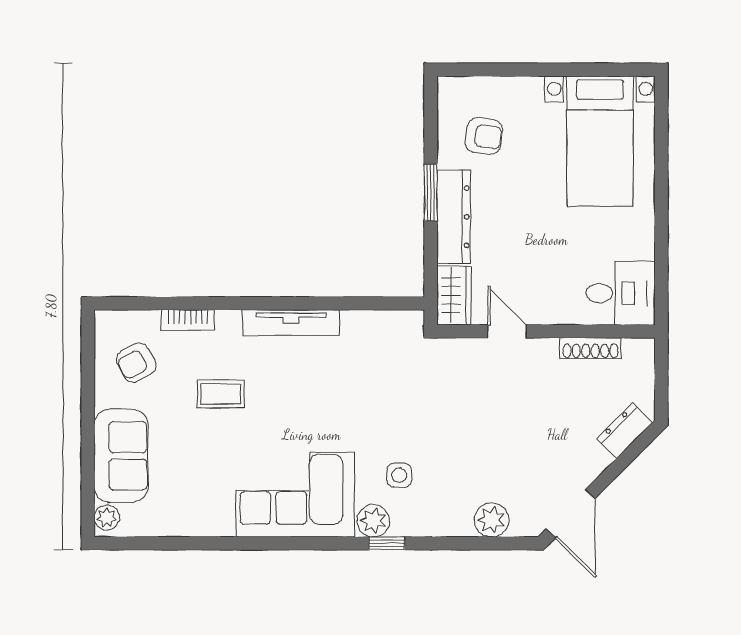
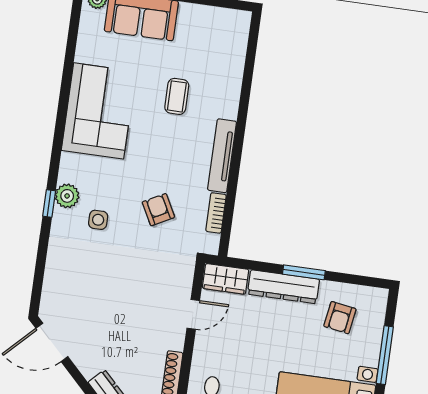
window: (525, 70) -> (385, 355), added
bookcase: (188, 320) -> (216, 213), moved
armchair: (136, 363) -> (158, 210), moved
corner sofa: (295, 495) -> (99, 111), moved
plant: (492, 520) -> (55, 283), removed

